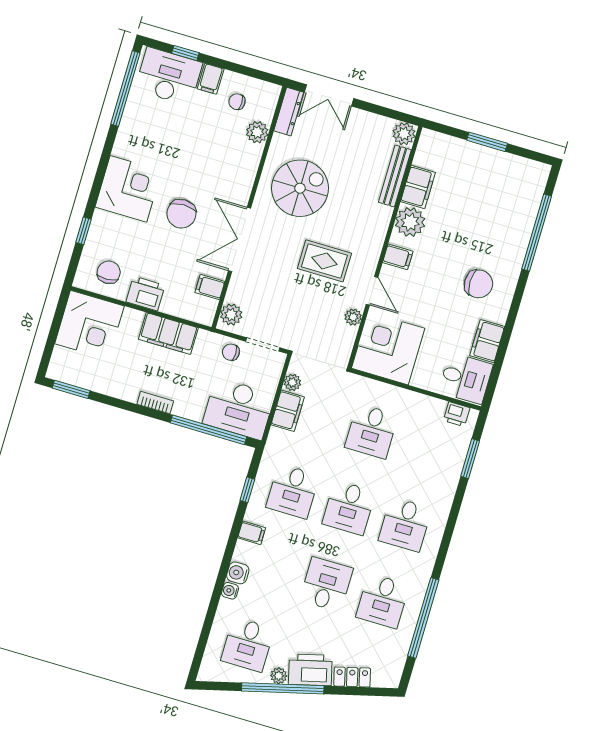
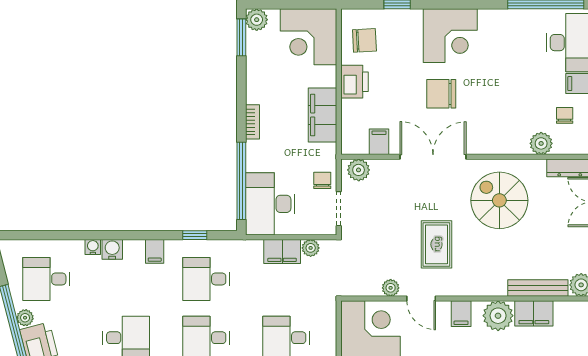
spiral stairs: (300, 188) -> (499, 200), turned 180
door: (372, 291) -> (421, 299), hinge flipped
plant: (58, 370) -> (257, 20), added

